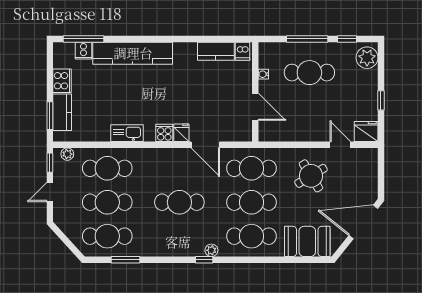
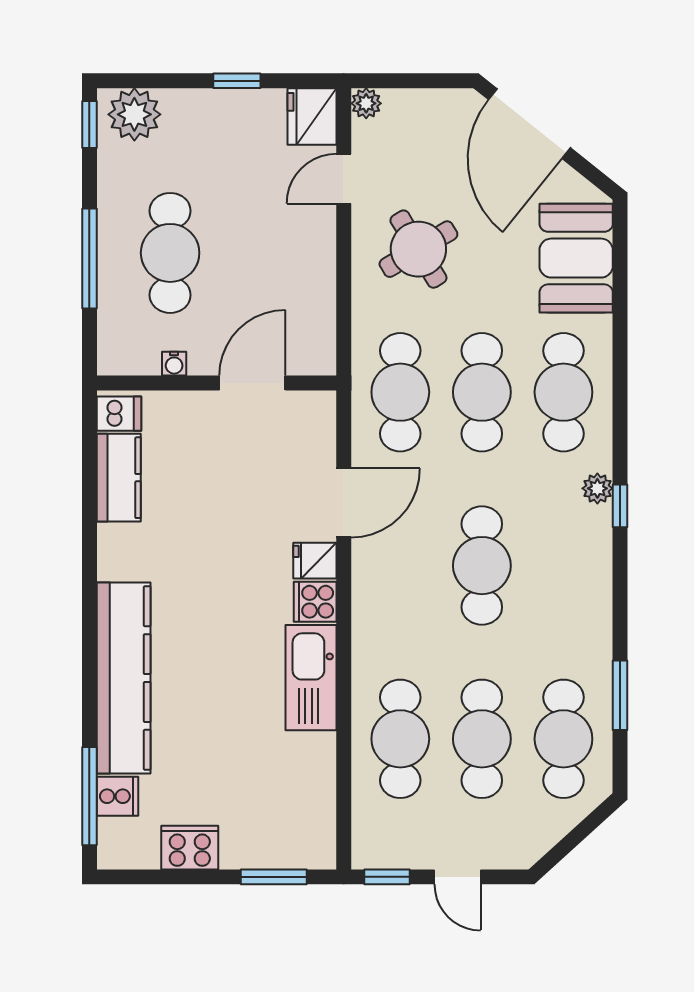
window: (347, 39) -> (89, 124), moved
kitchen counter: (62, 112) -> (265, 847), removed
kitchen sink: (127, 133) -> (311, 678), width x1.36, depth x1.24
plant: (67, 154) -> (366, 103), moved

